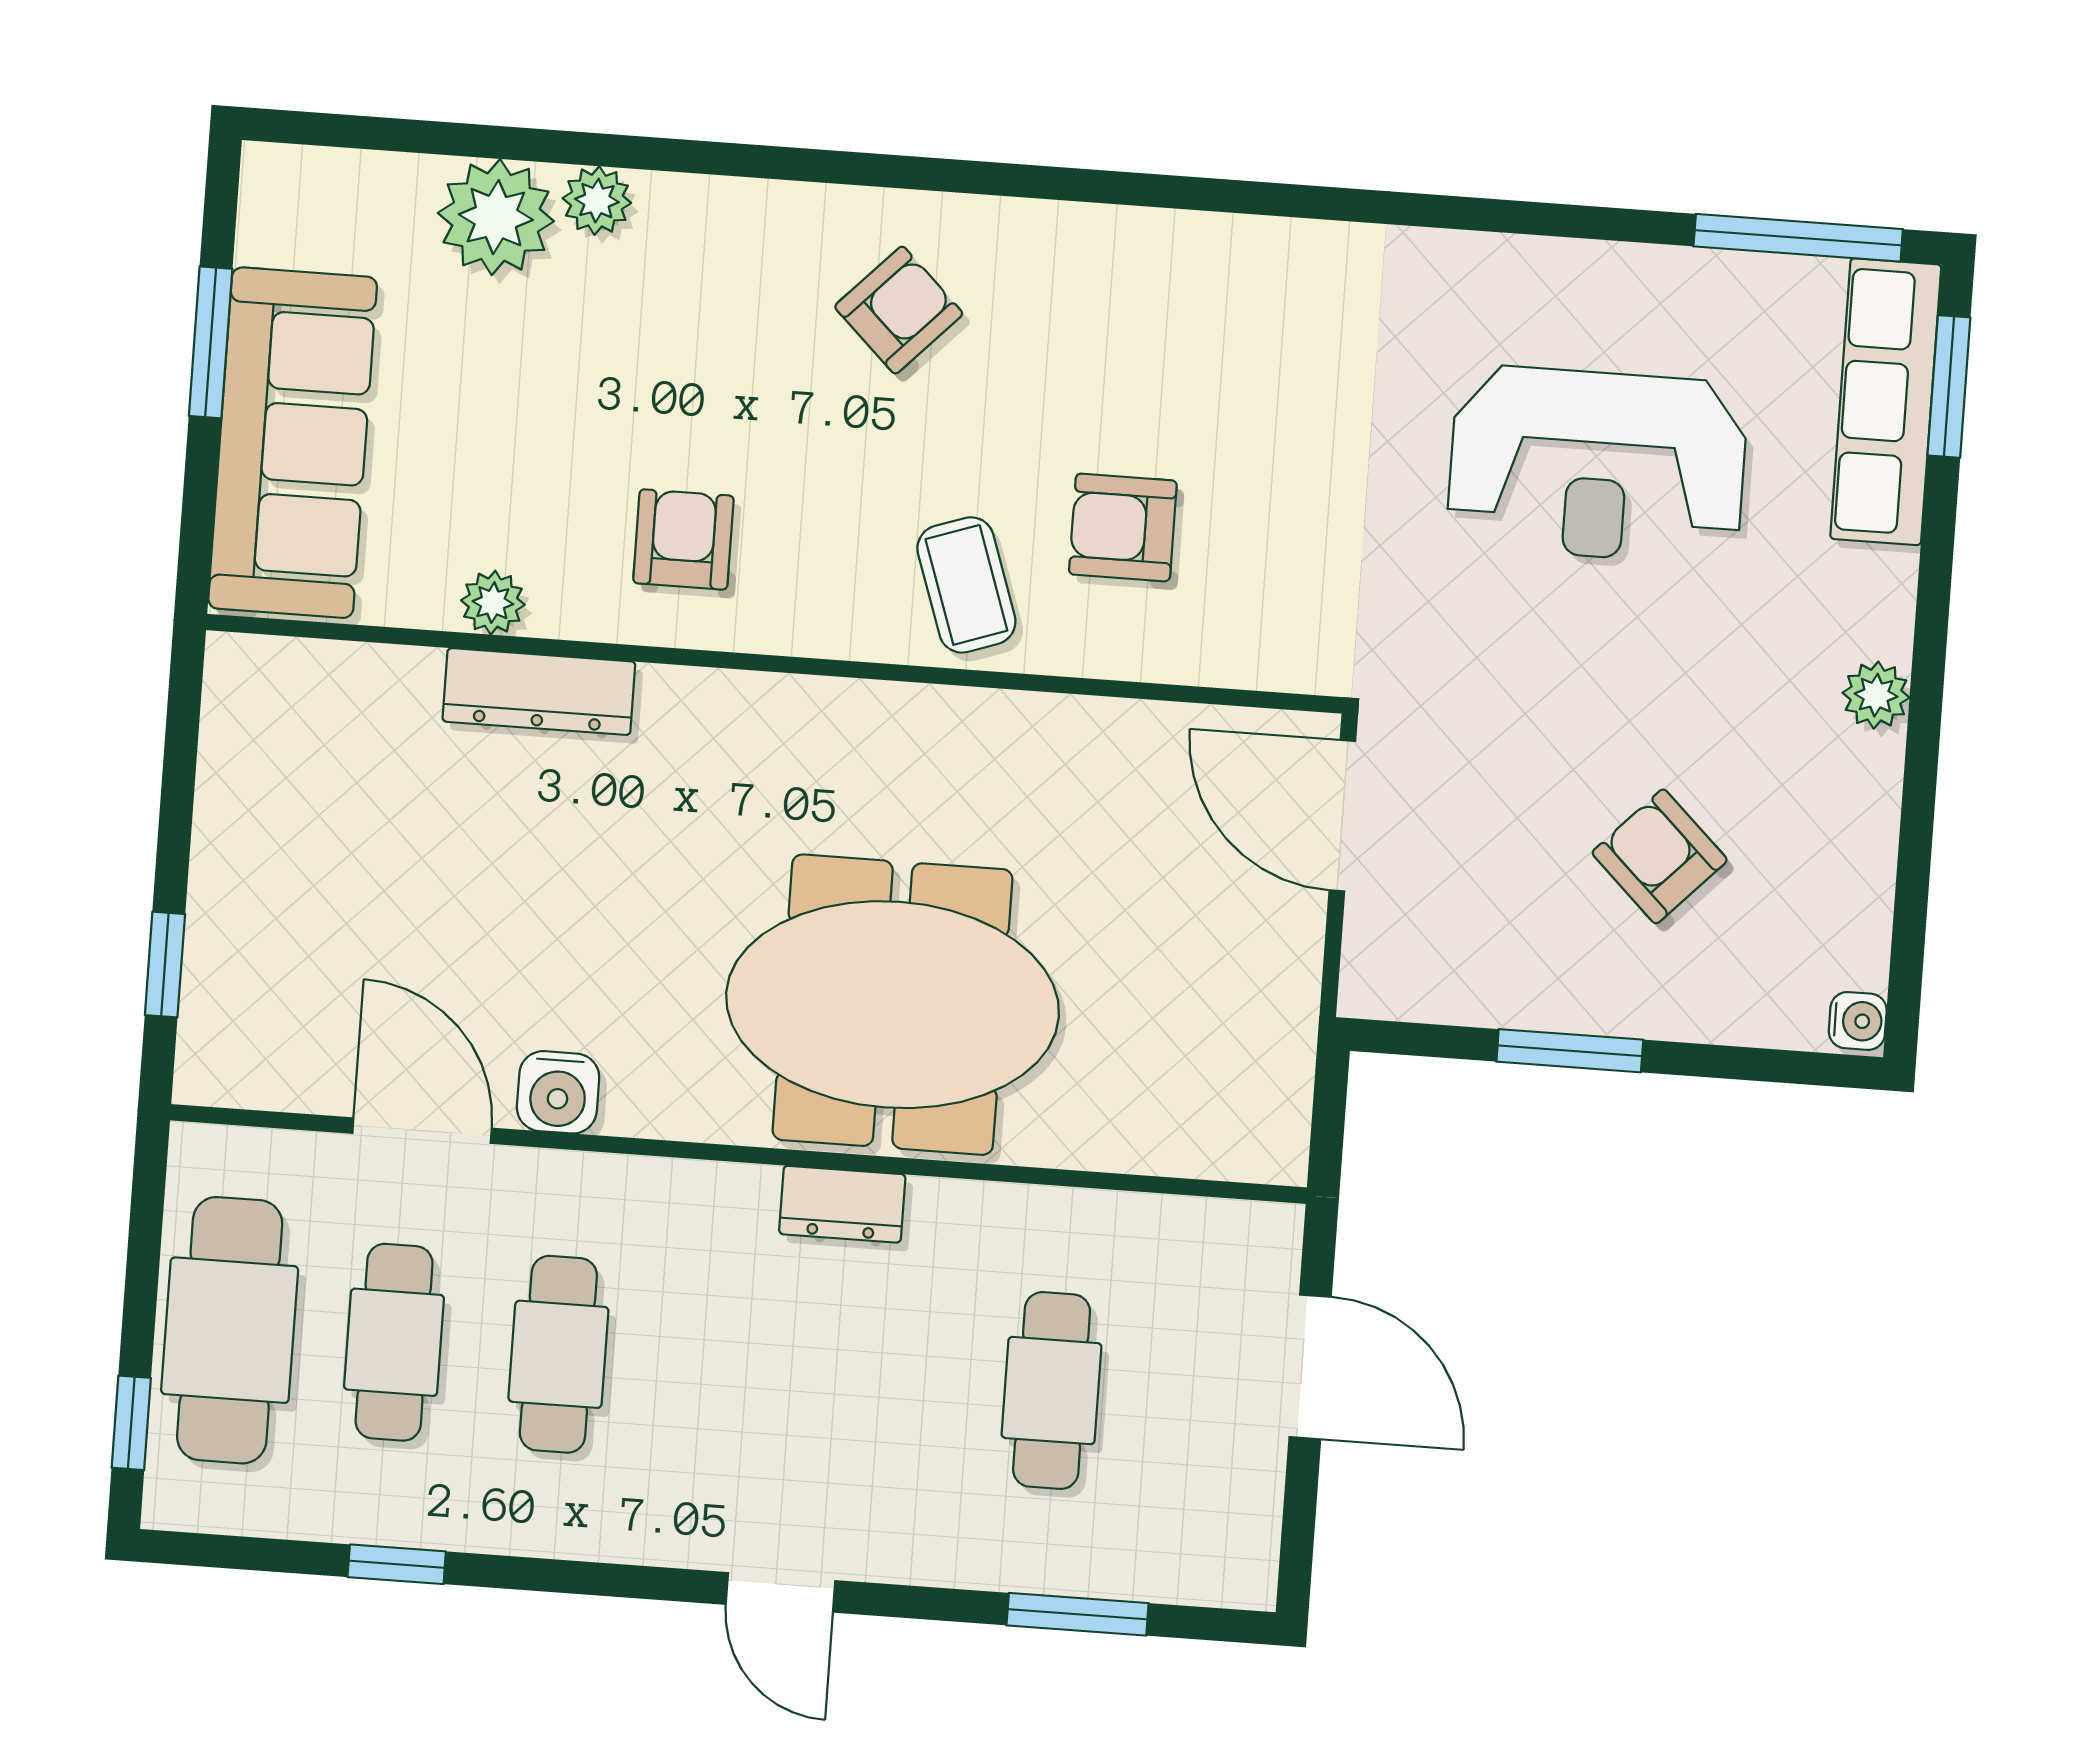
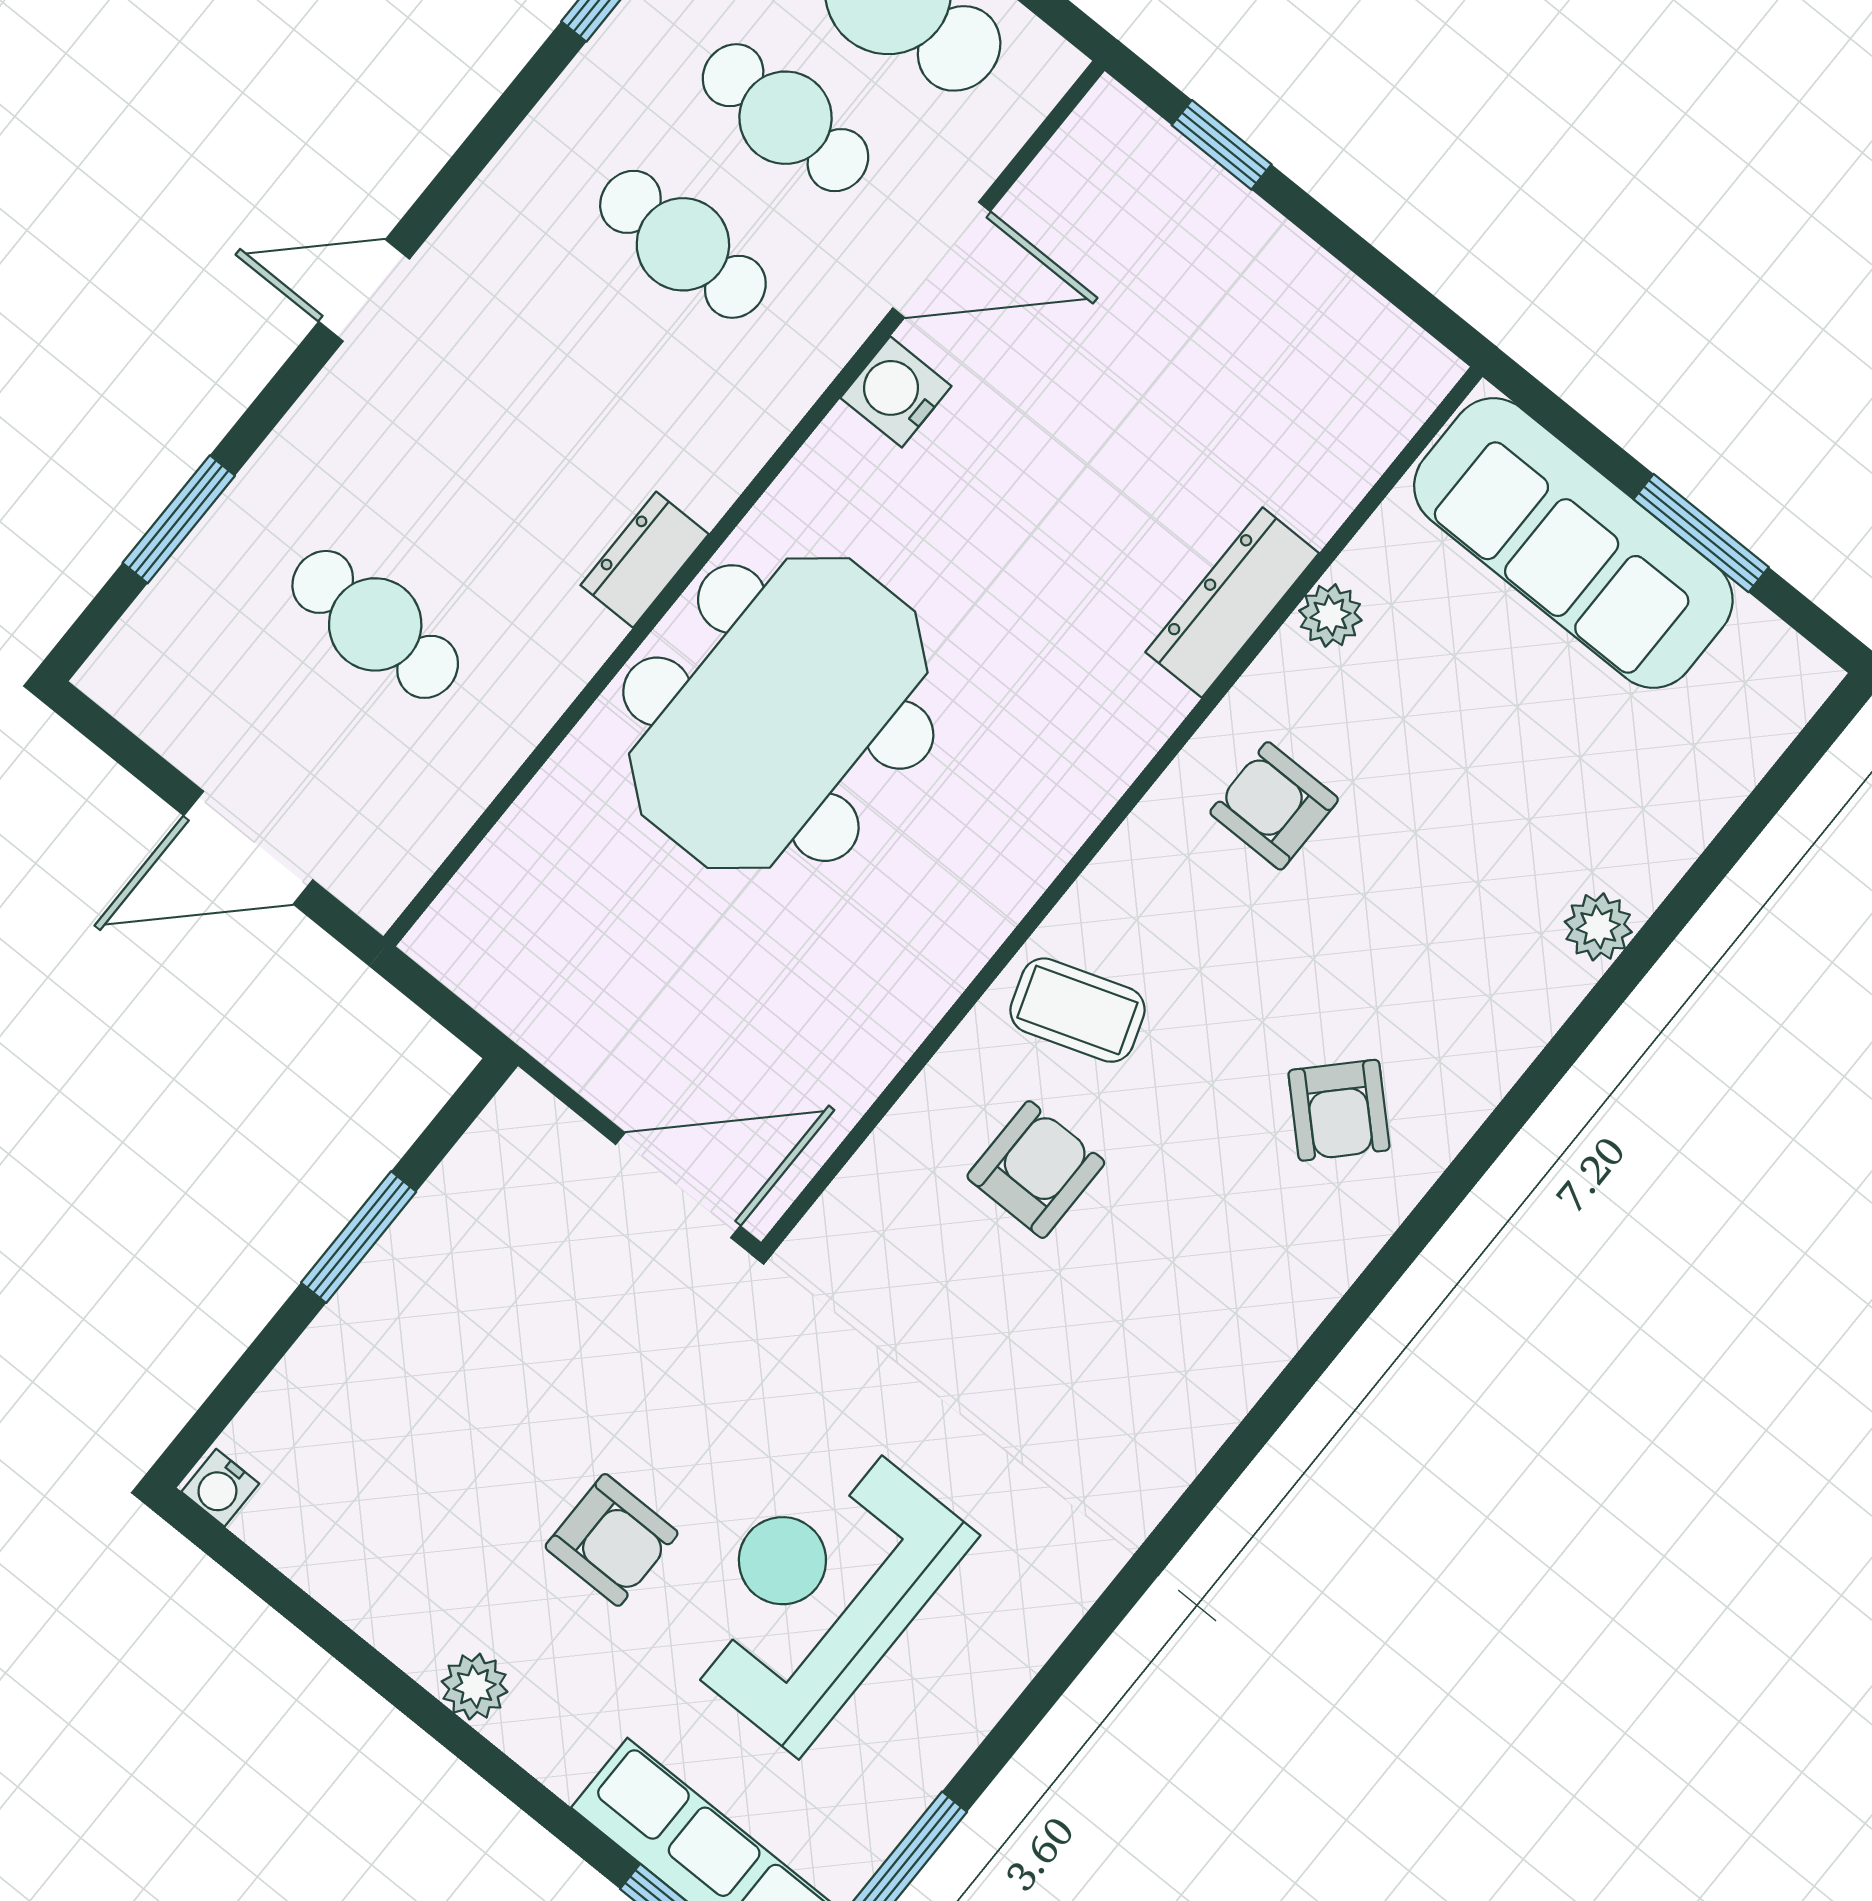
plant: (496, 217) -> (1642, 836), removed
armchair: (683, 539) -> (1274, 806), turned 180
armchair: (1660, 856) -> (612, 1540), moved, turned 46

